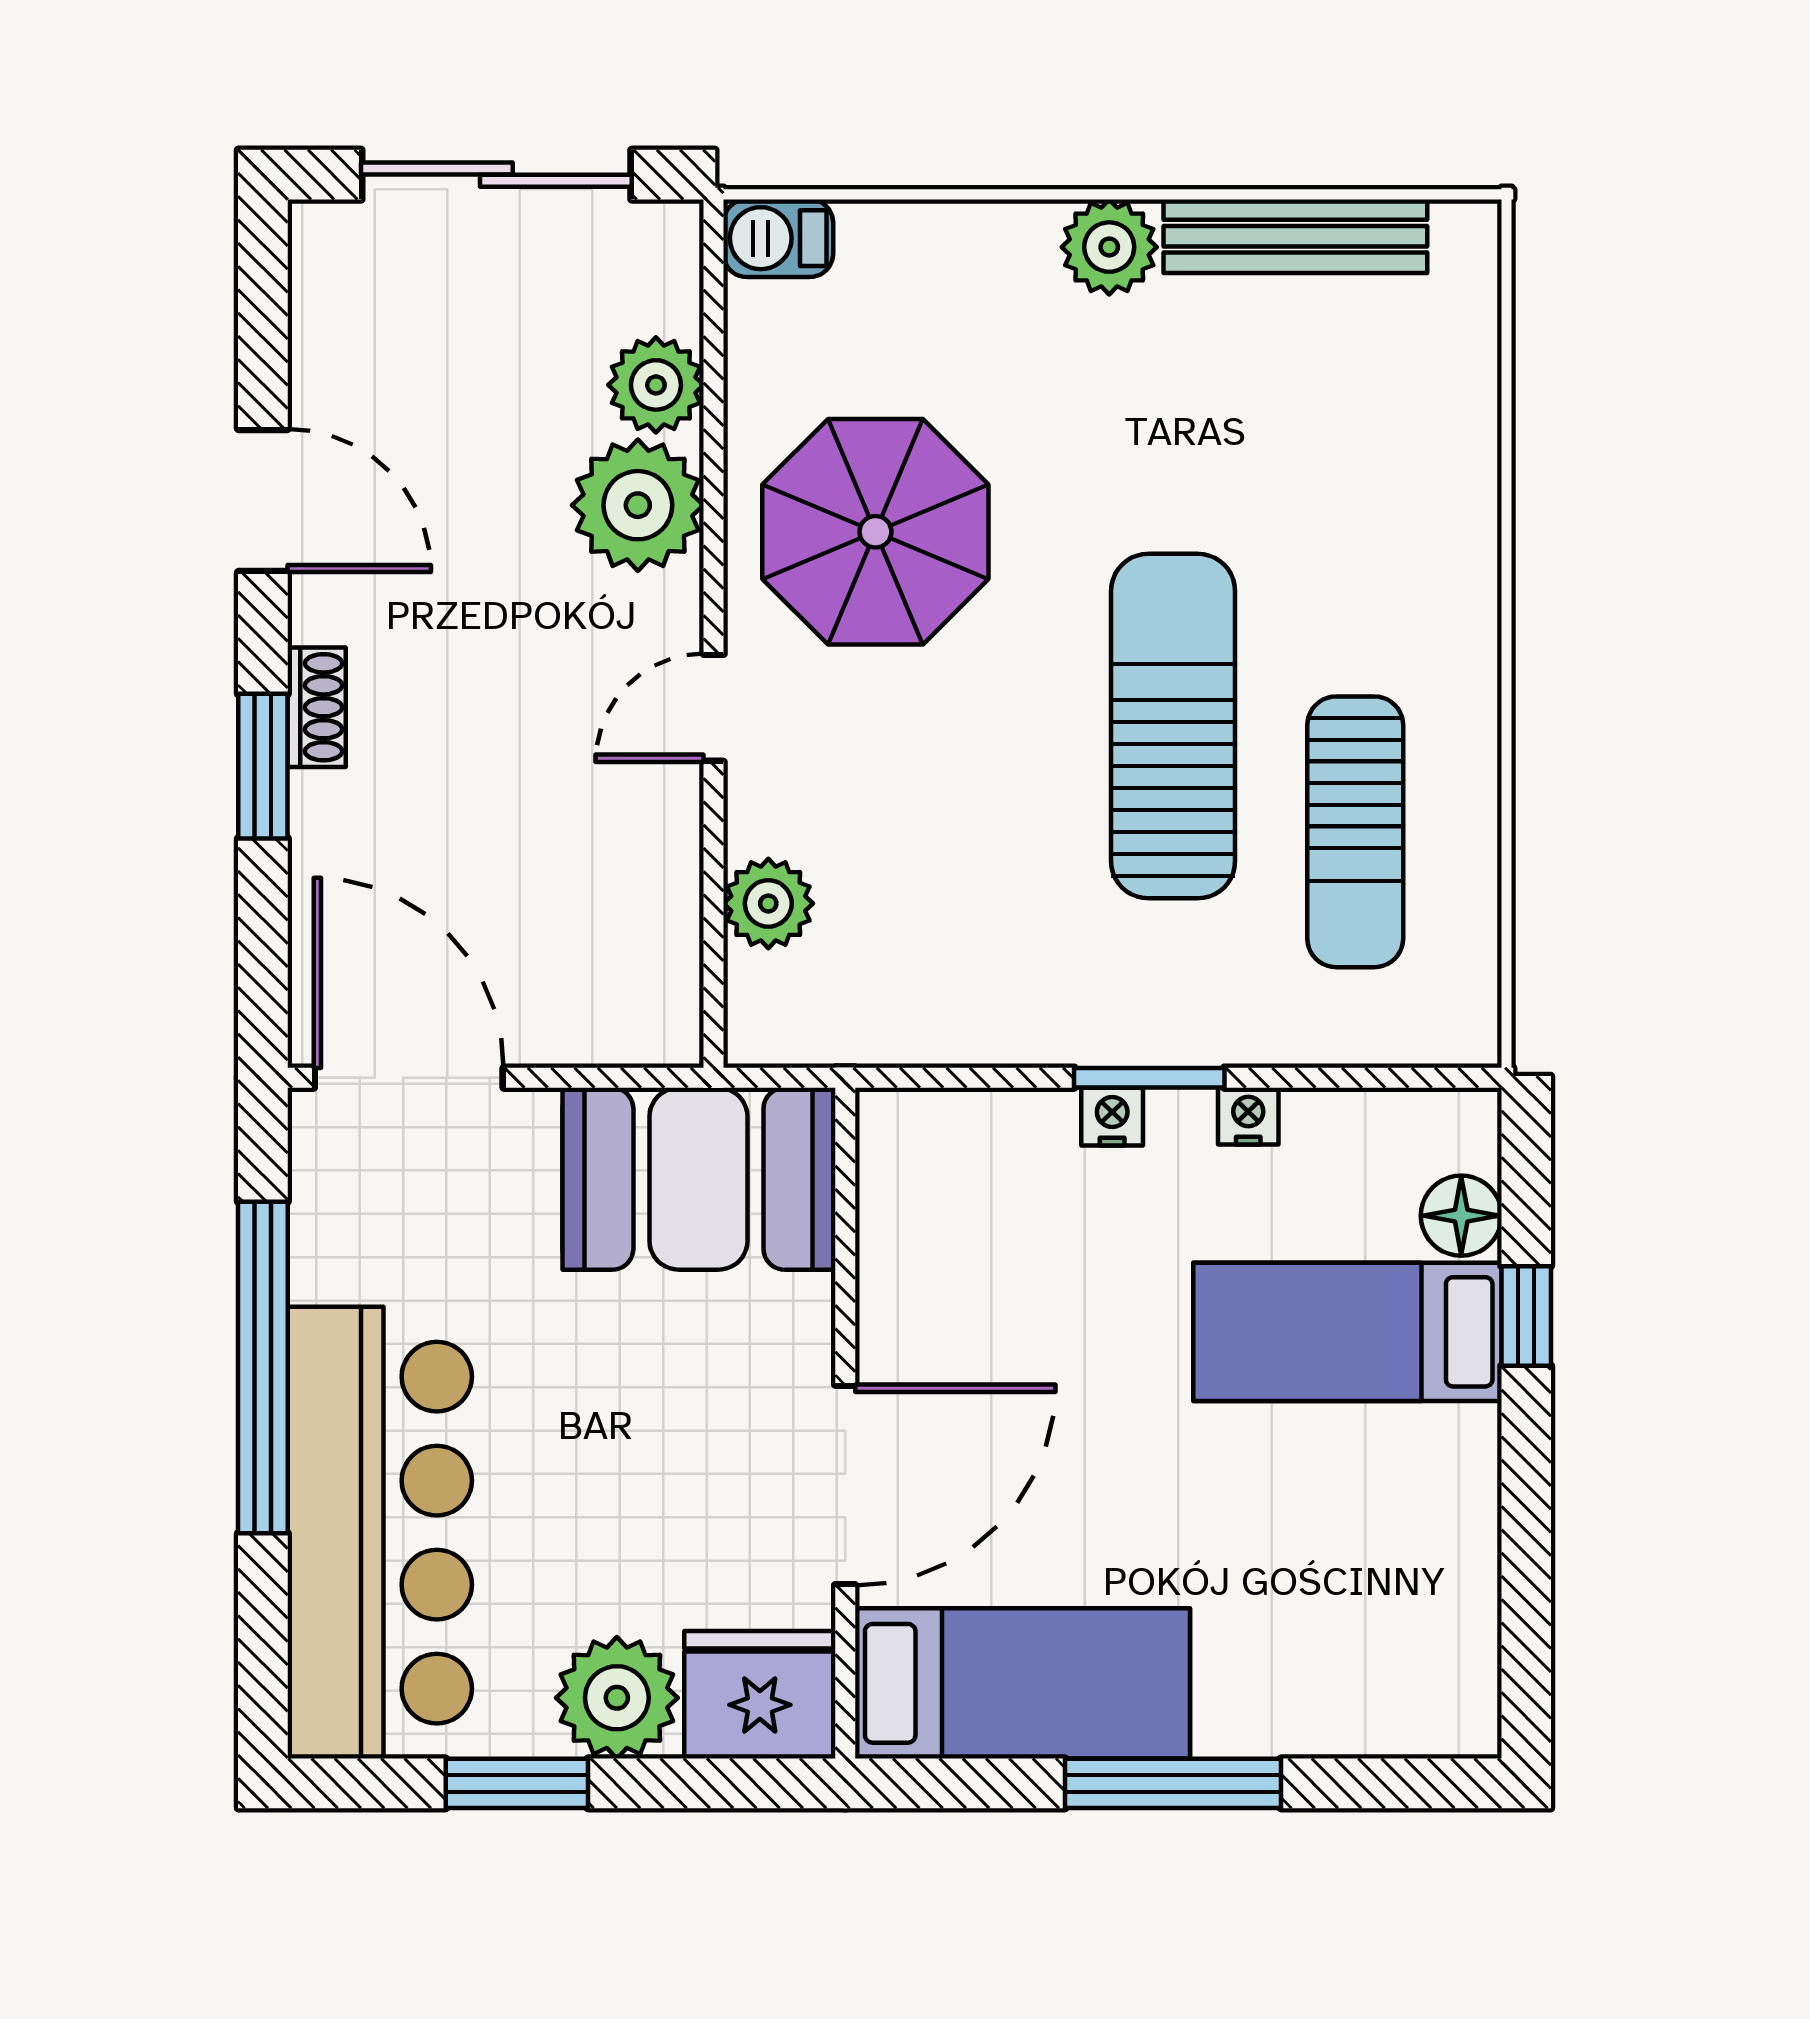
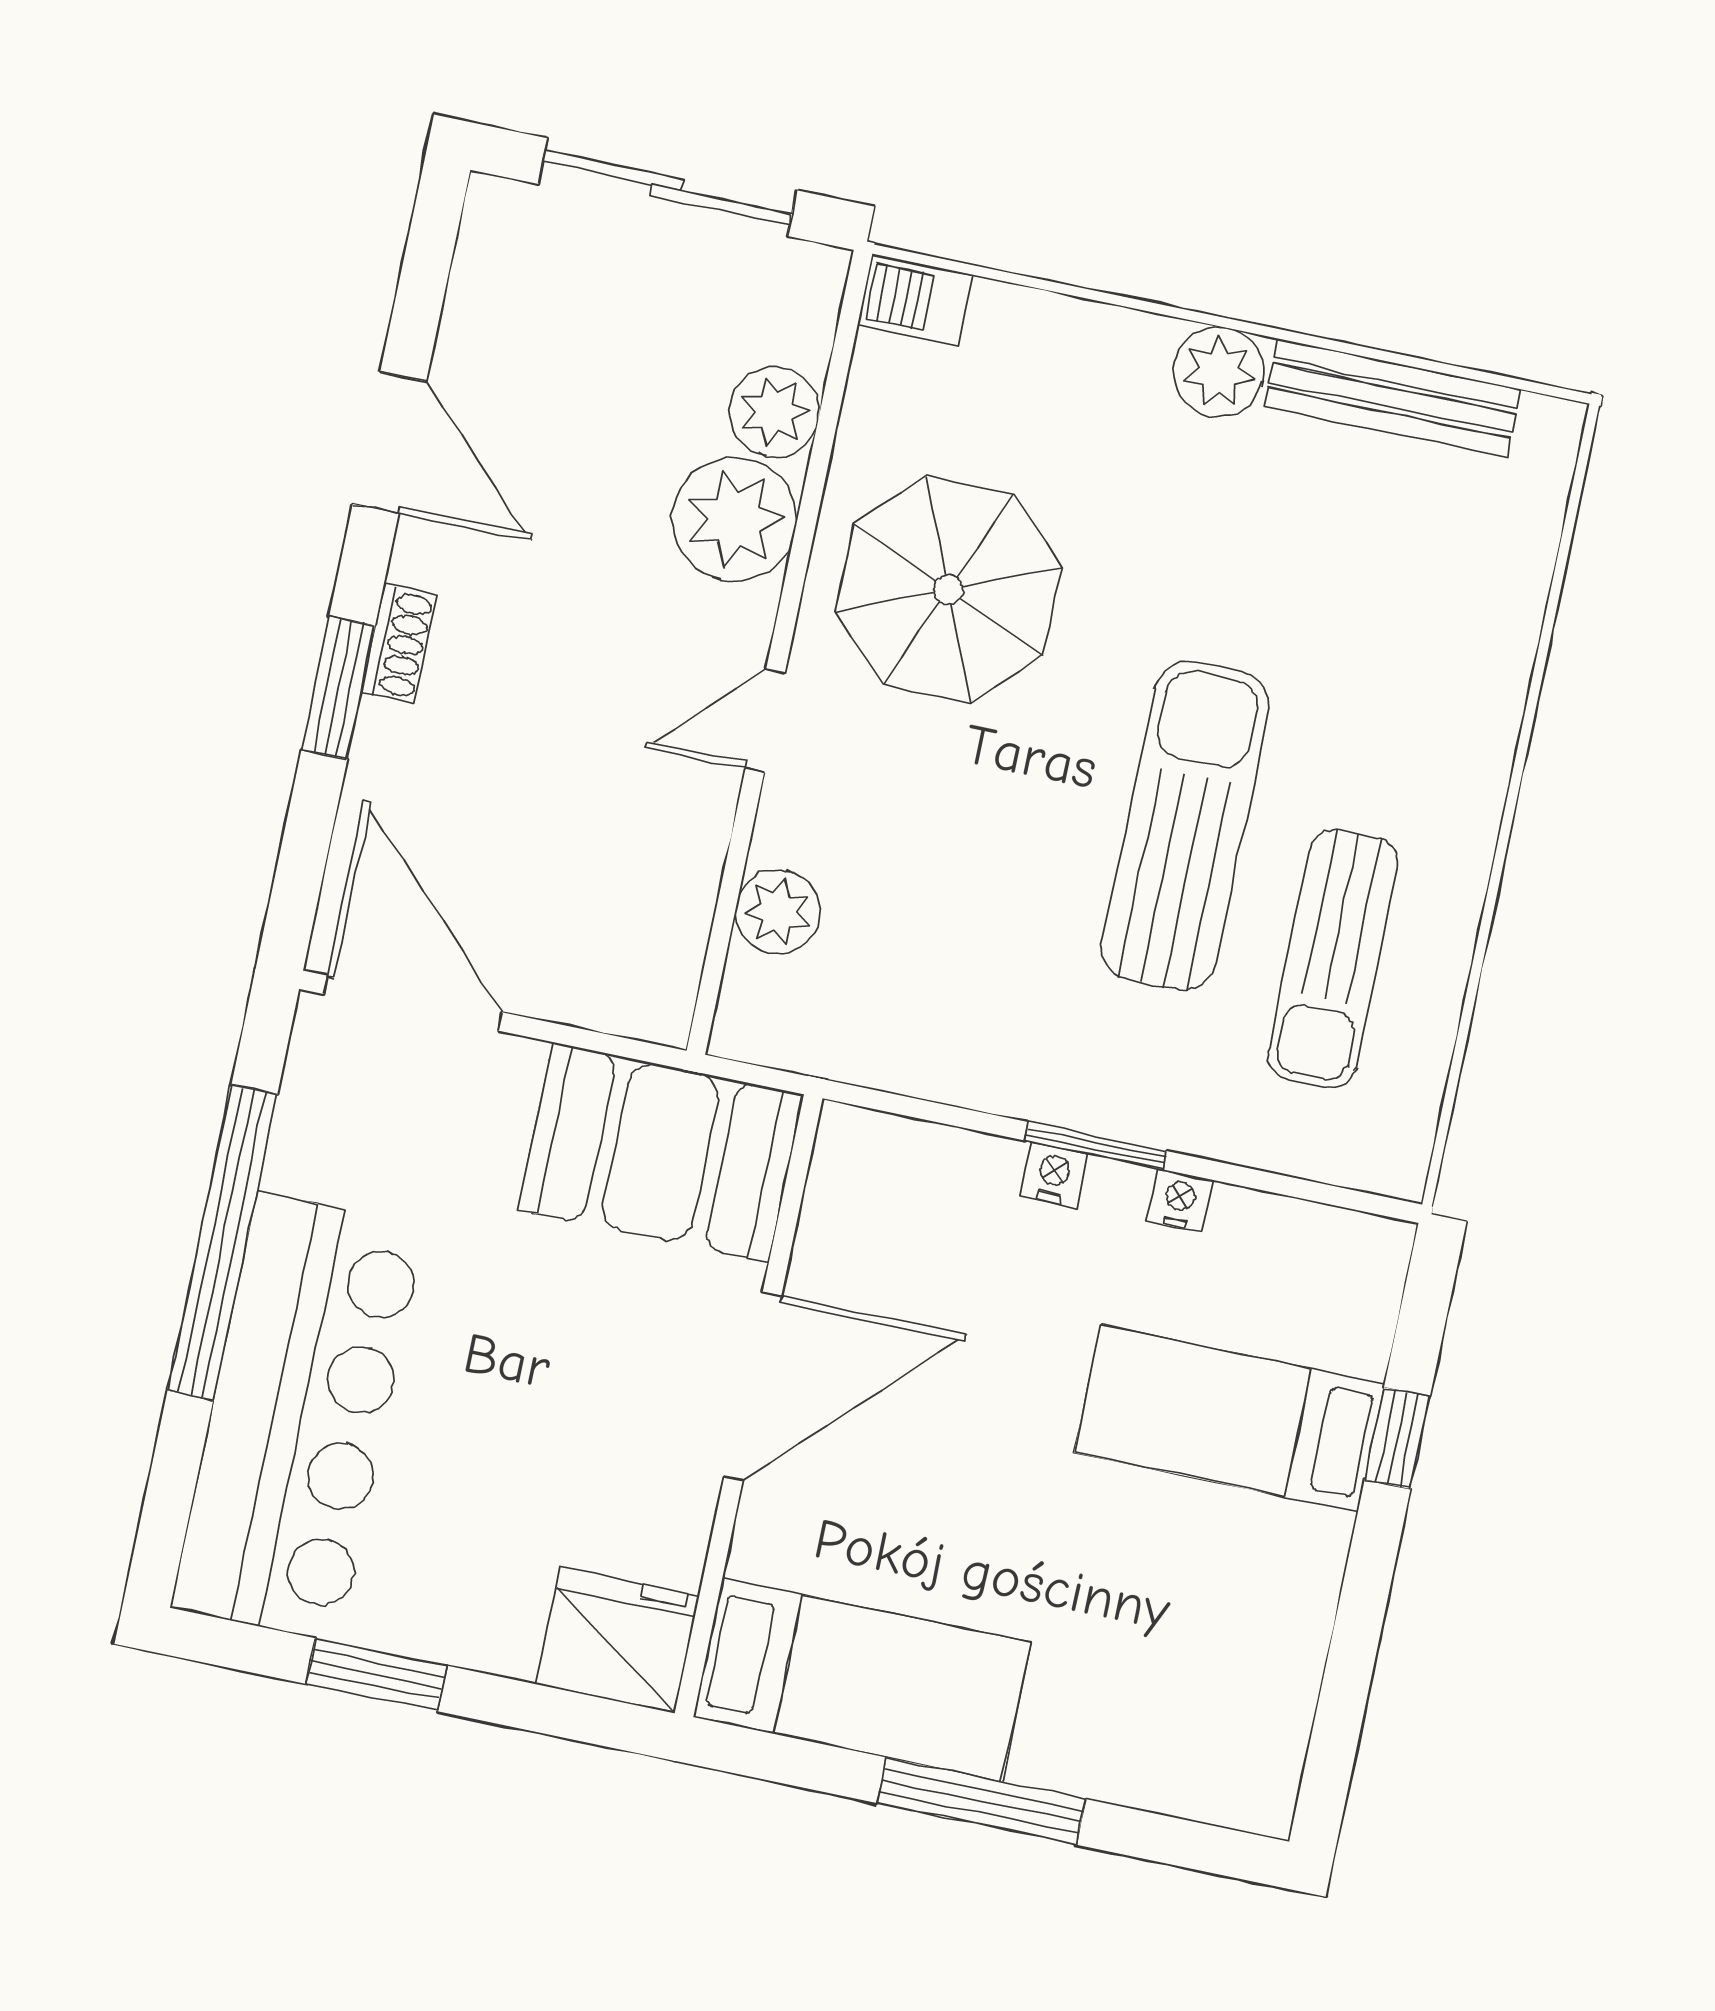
floor lamp: (1461, 1216) -> (1357, 1333), removed
door: (845, 1485) -> (753, 1386), moved
plant: (617, 1698) -> (485, 1615), removed

